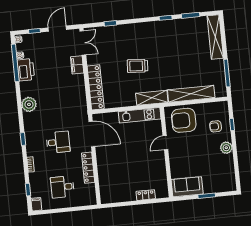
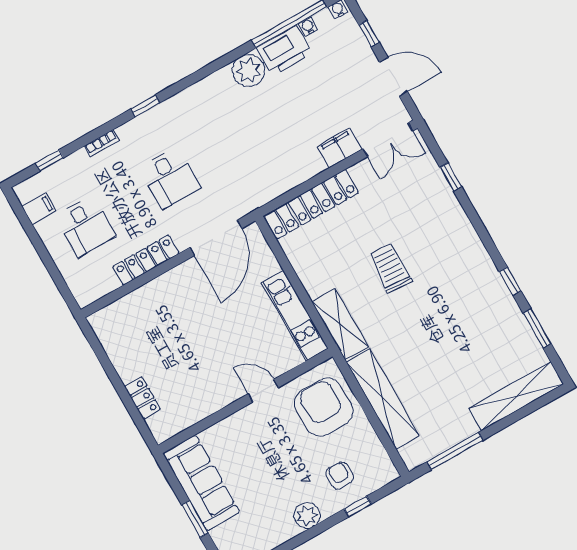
plant: (29, 104) -> (249, 70), moved
desk: (62, 187) -> (85, 226), turned 180
sofa: (187, 187) -> (201, 483), width x1.36
filing cabinet: (36, 204) -> (39, 209), moved

